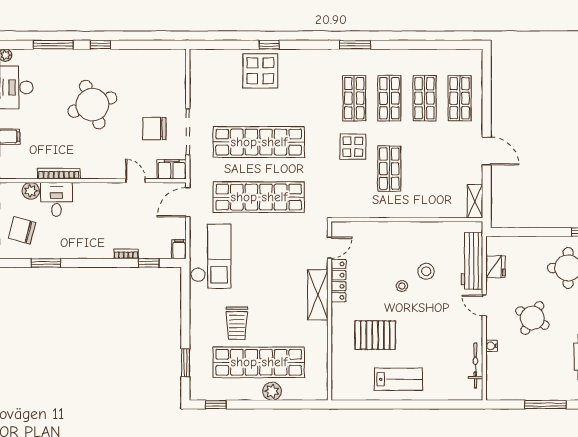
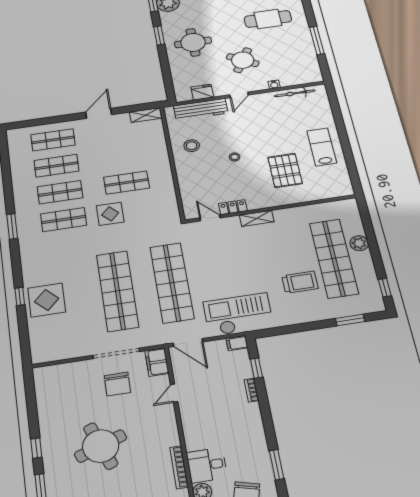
stool: (426, 271) -> (192, 146), moved
locker: (339, 281) -> (233, 207), width x0.66
shelving: (318, 295) -> (257, 218), width x0.67, depth x0.75

